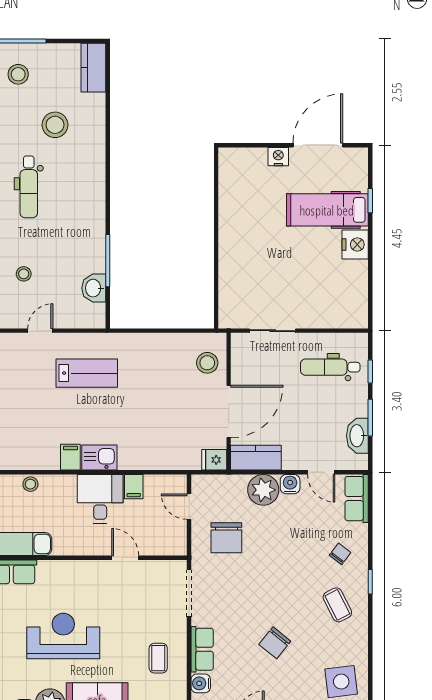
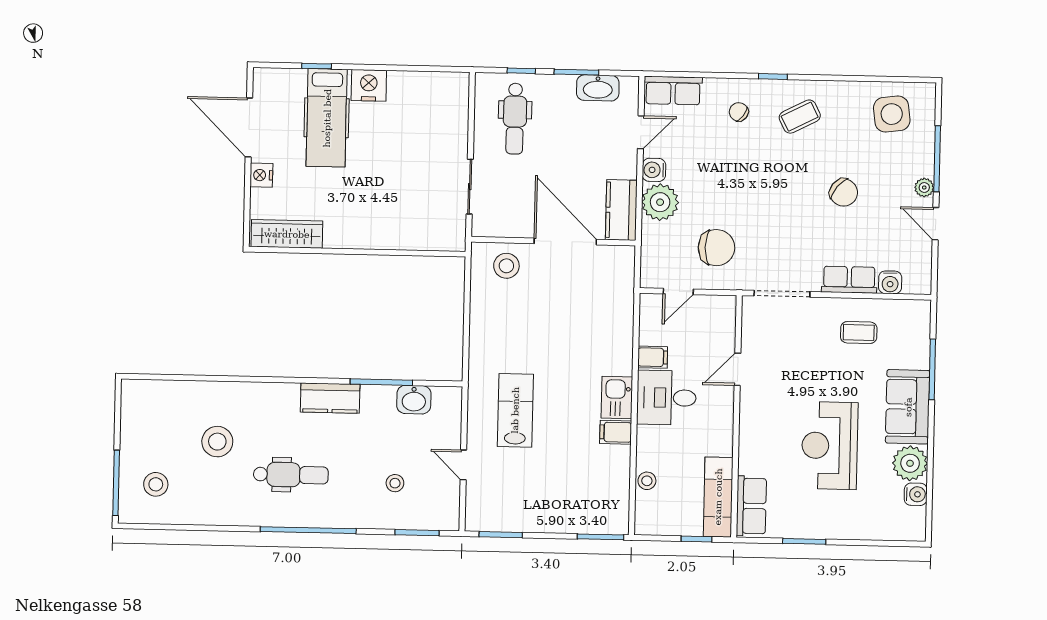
kitchen counter: (93, 68) -> (330, 398), moved
wardrobe: (230, 179) -> (287, 234), added
fridge: (214, 460) -> (623, 260), removed

